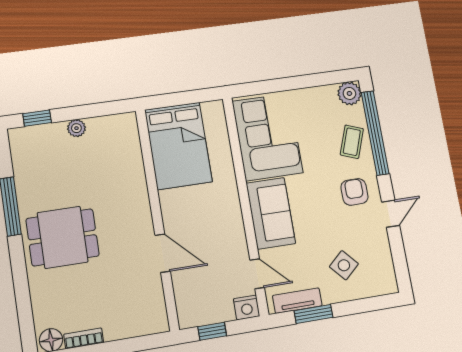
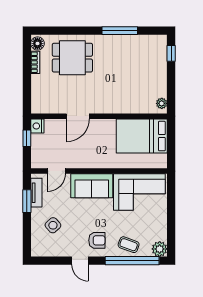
plant: (76, 128) -> (162, 103), moved
dining table: (63, 237) -> (72, 58), moved, turned 90
nightstand: (247, 307) -> (37, 126), moved

